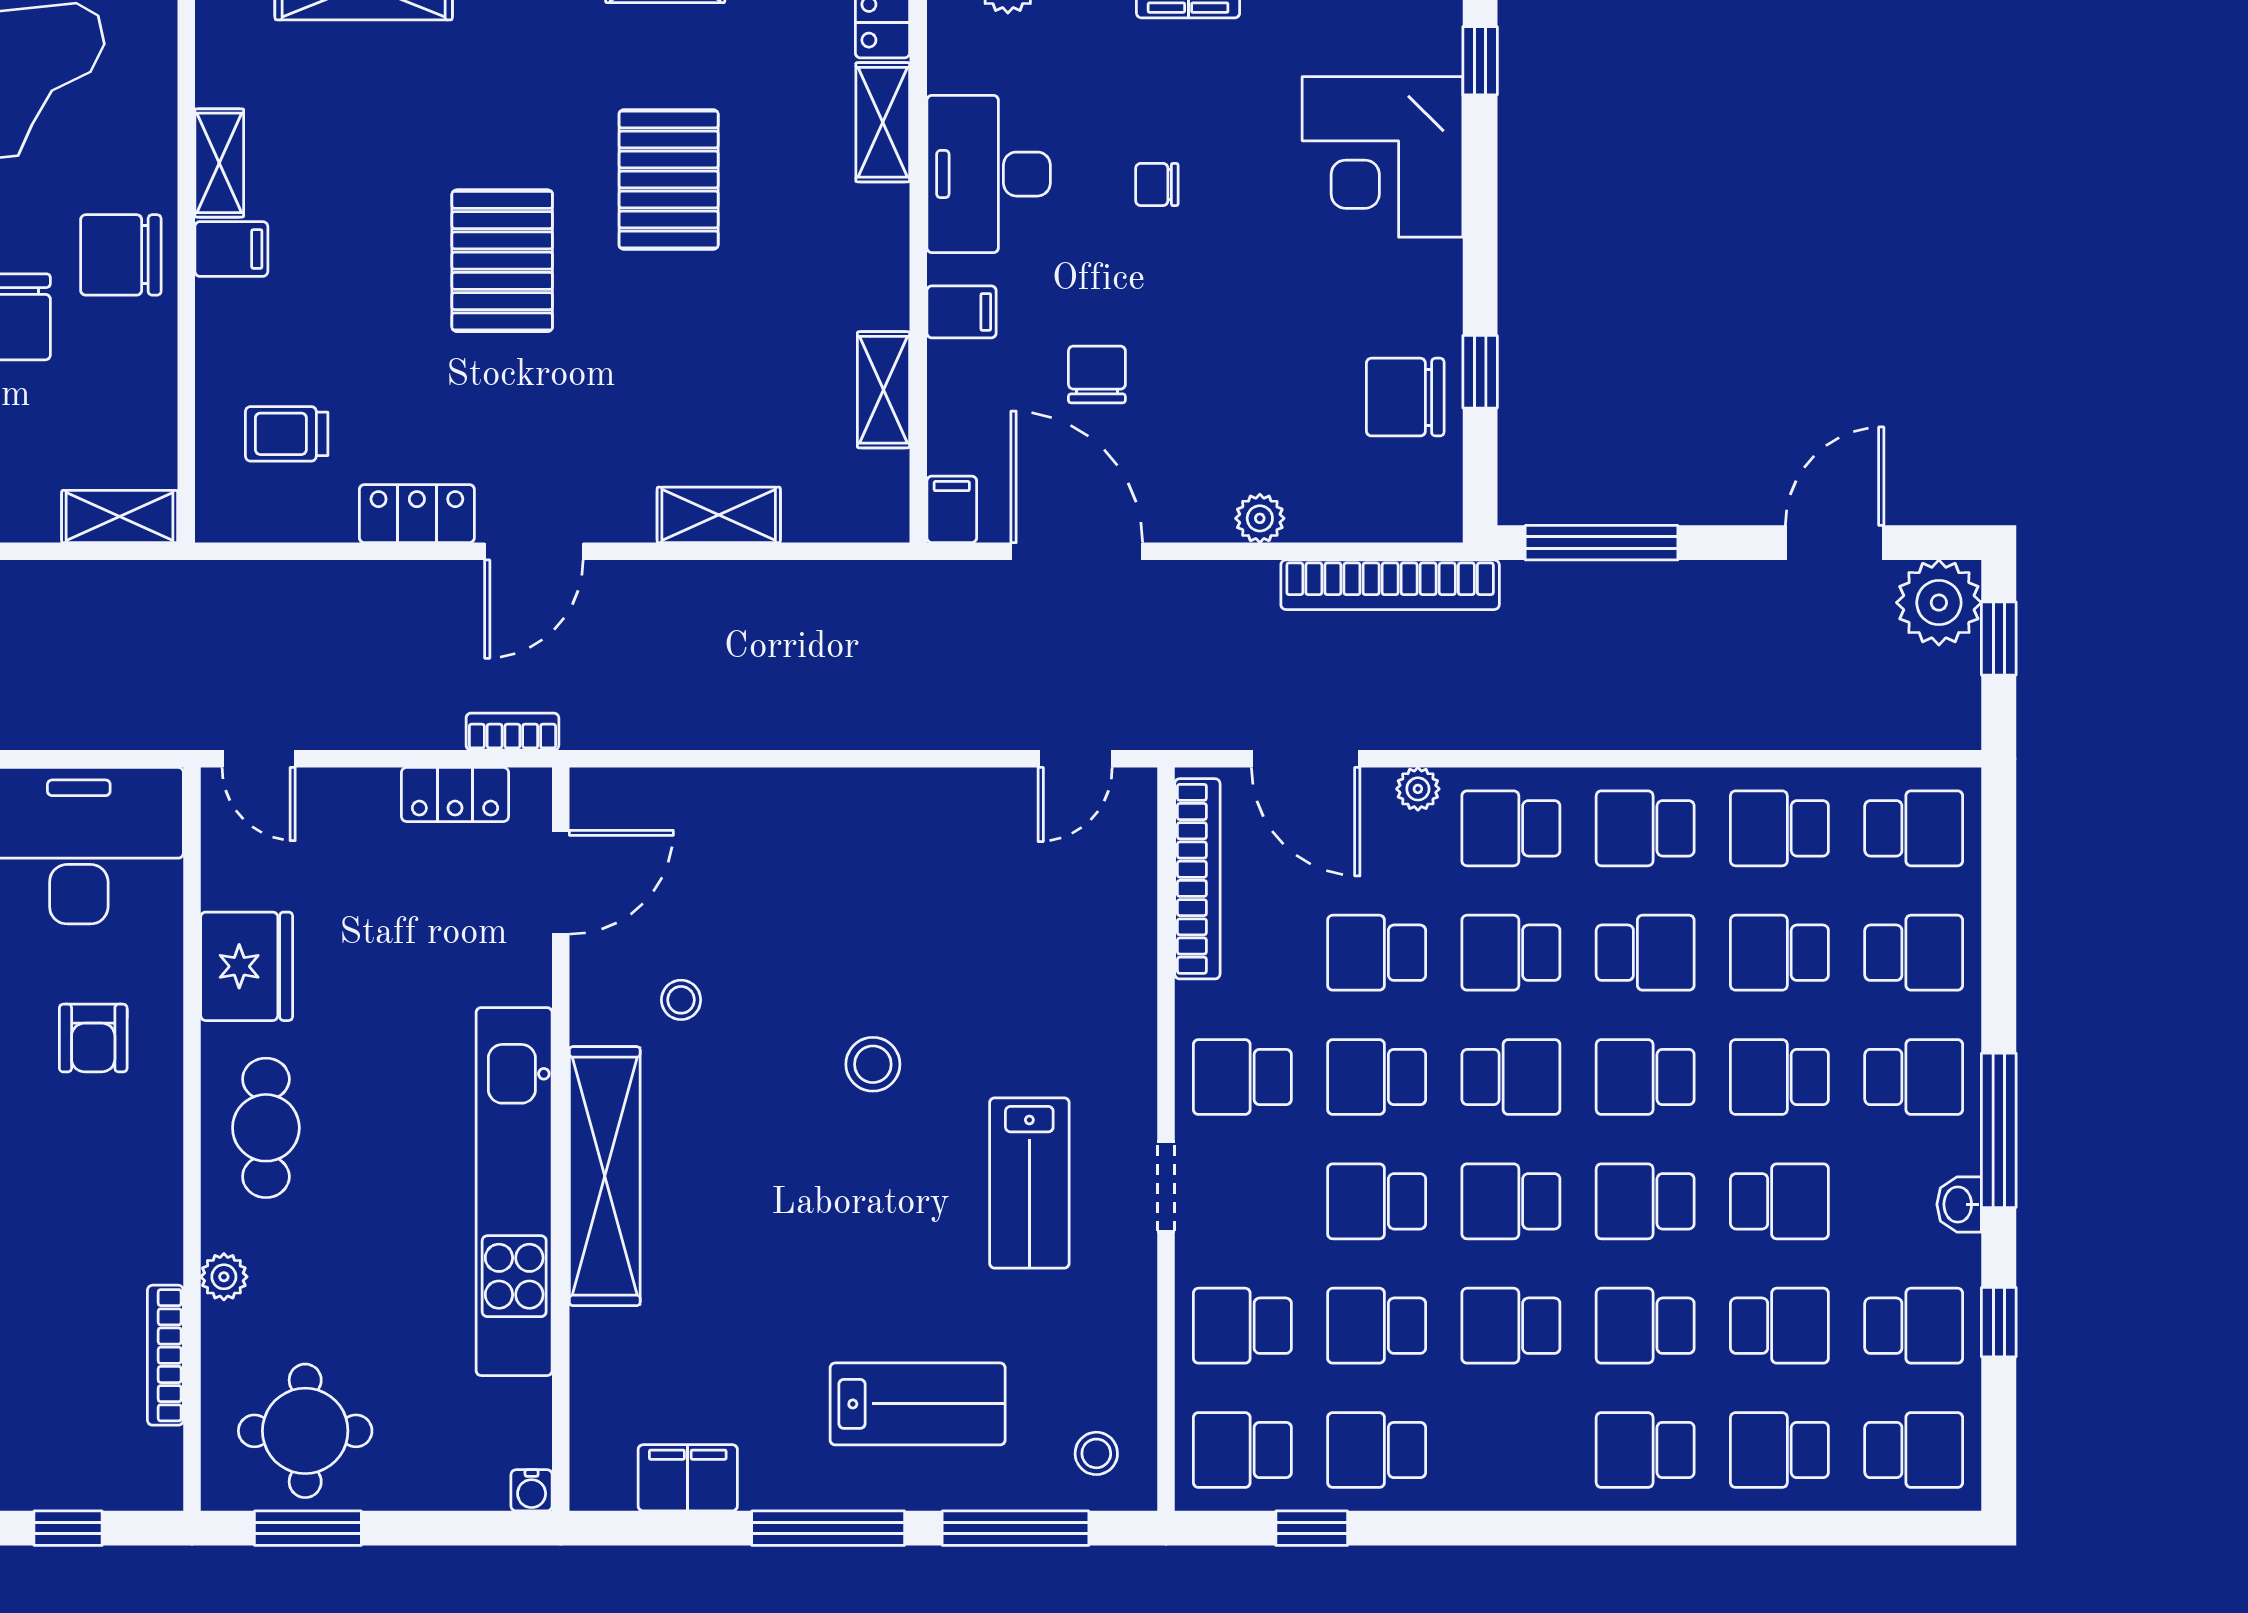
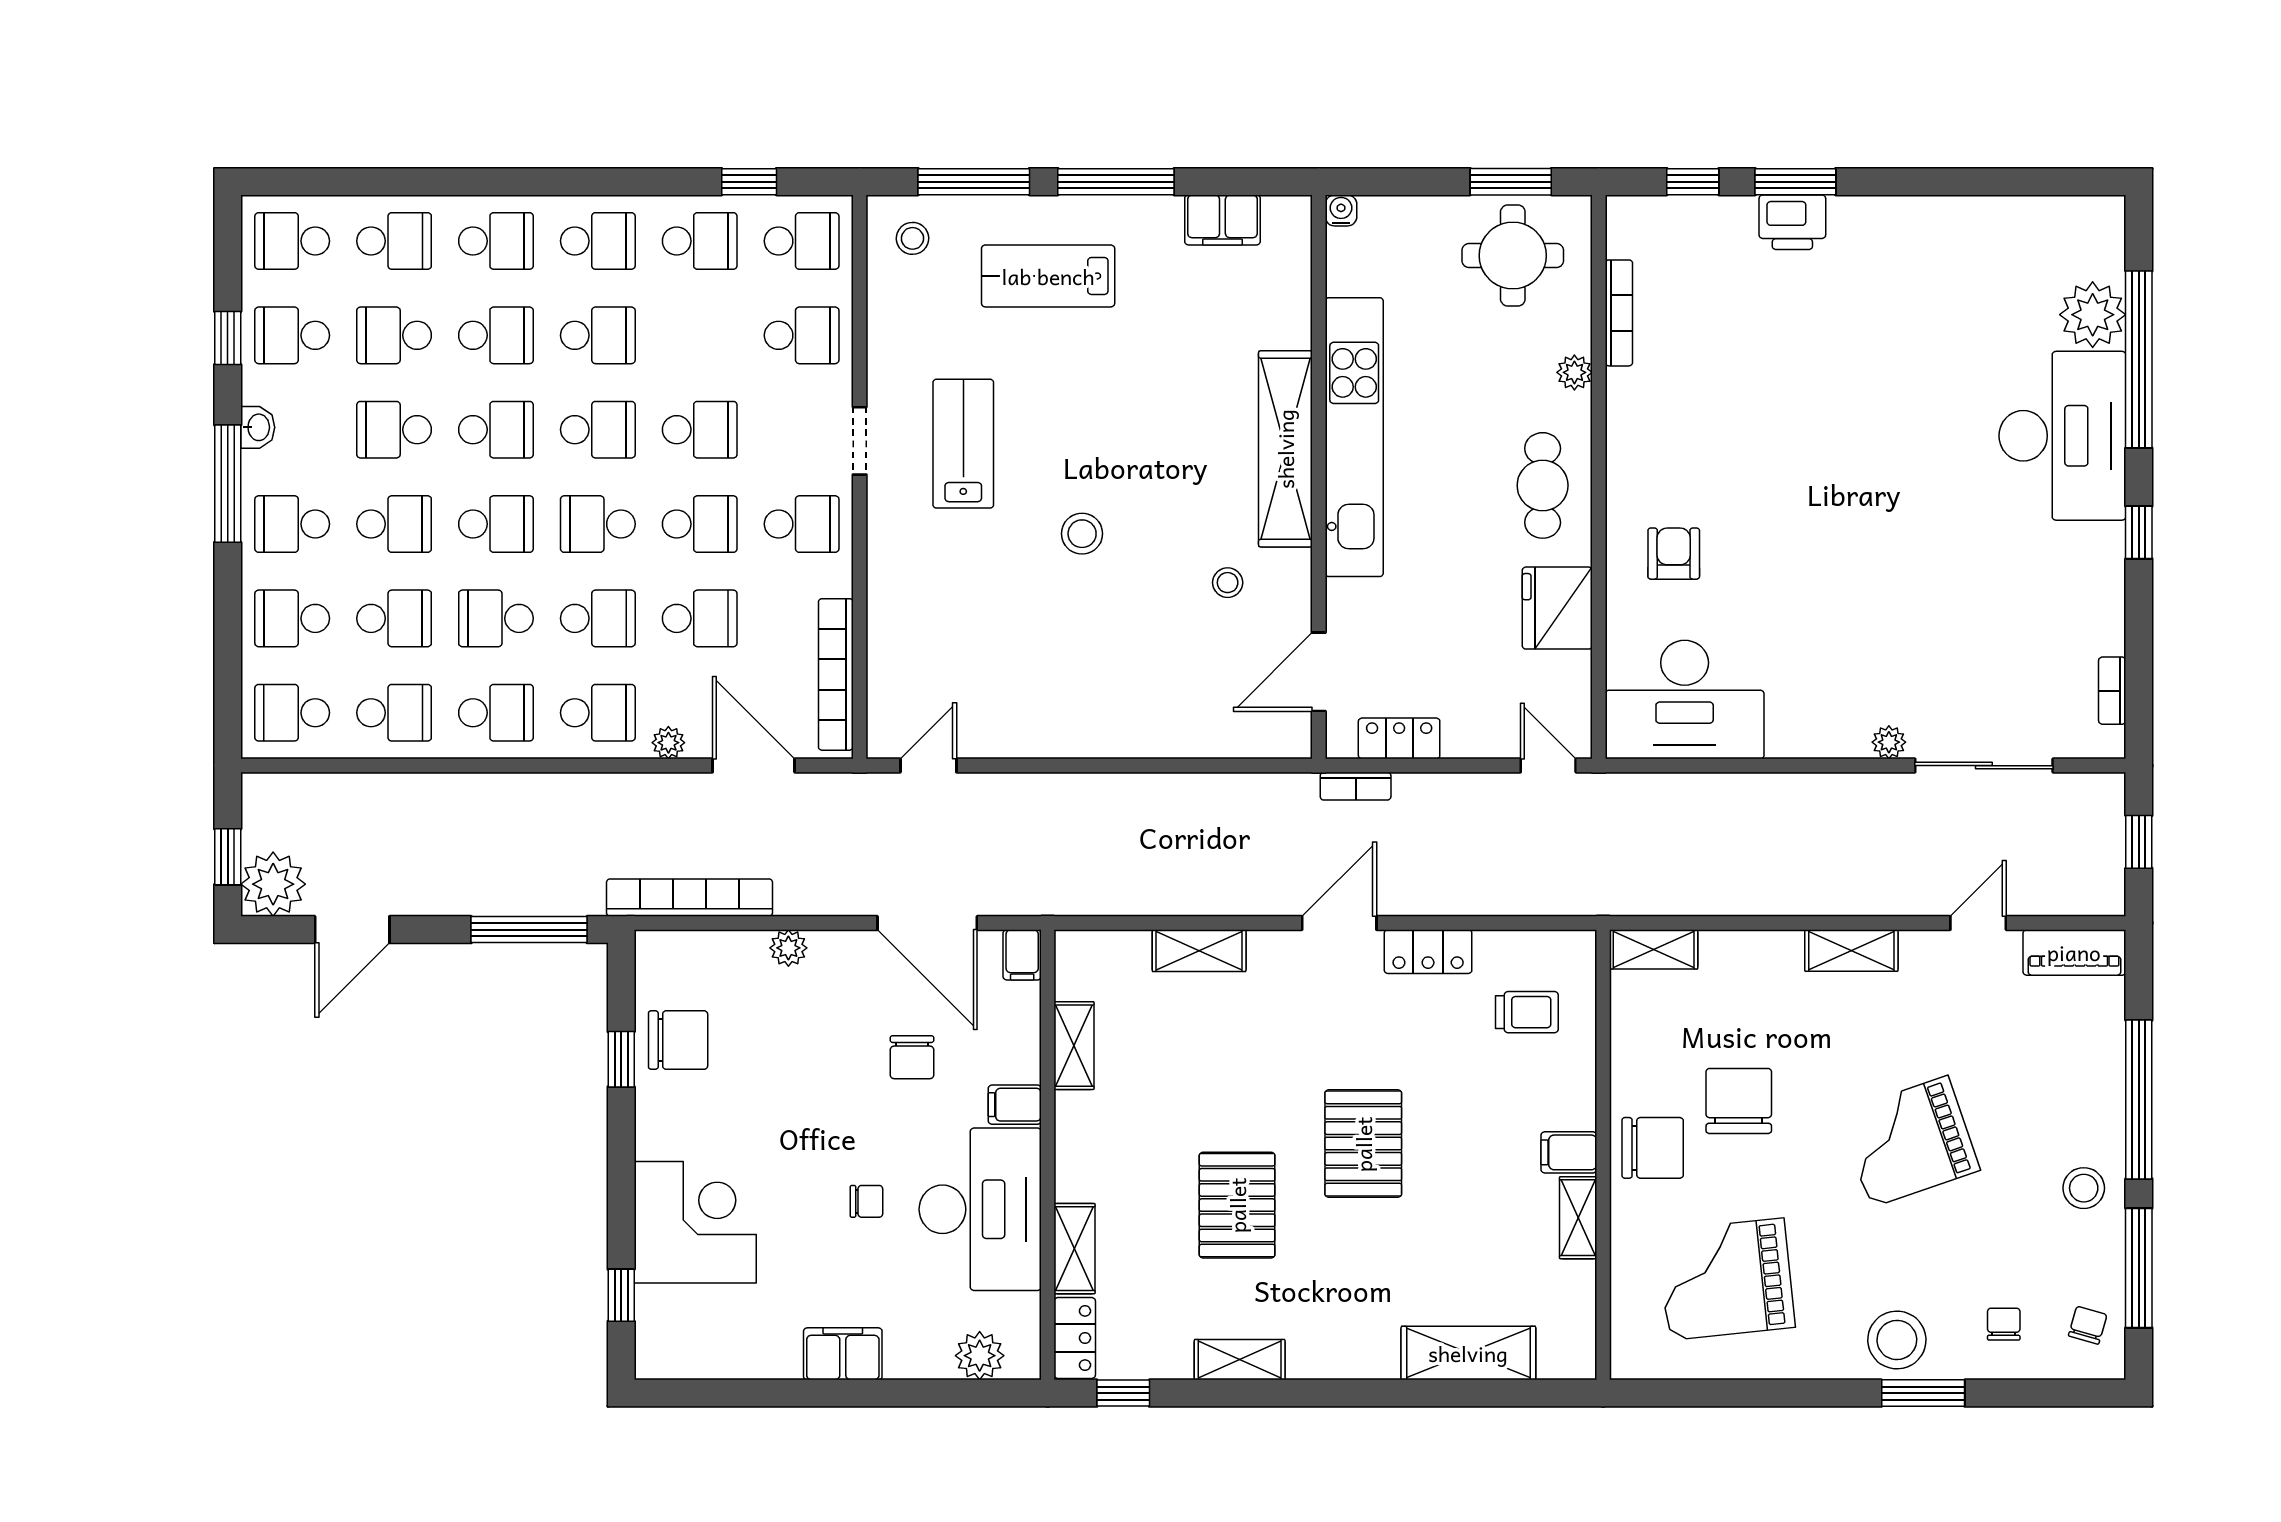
desk: (989, 174) -> (980, 1209), width x1.36, depth x1.30
school desk: (1377, 1326) -> (598, 241), moved

